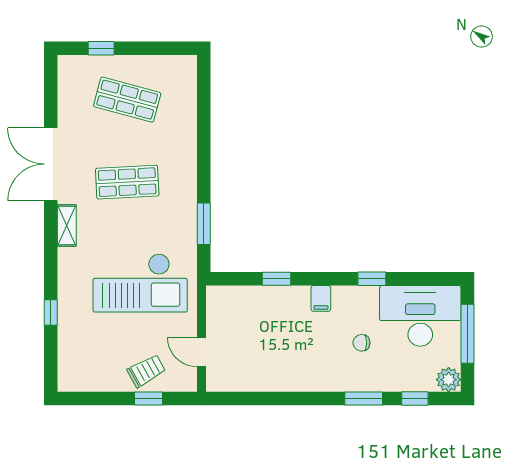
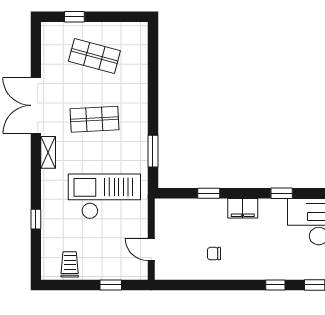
checkout: (140, 283) -> (104, 196), turned 180
filing cabinet: (321, 298) -> (243, 208), width x2.00
chair: (361, 343) -> (214, 254), moved
trolley: (146, 371) -> (70, 264), moved, turned -61
window: (364, 399) -> (275, 285), width x0.67

